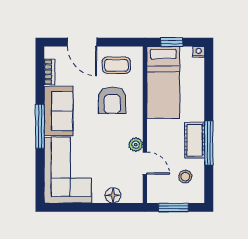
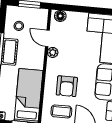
armchair: (112, 100) -> (67, 86), turned 180
floor lamp: (113, 195) -> (60, 16), moved

